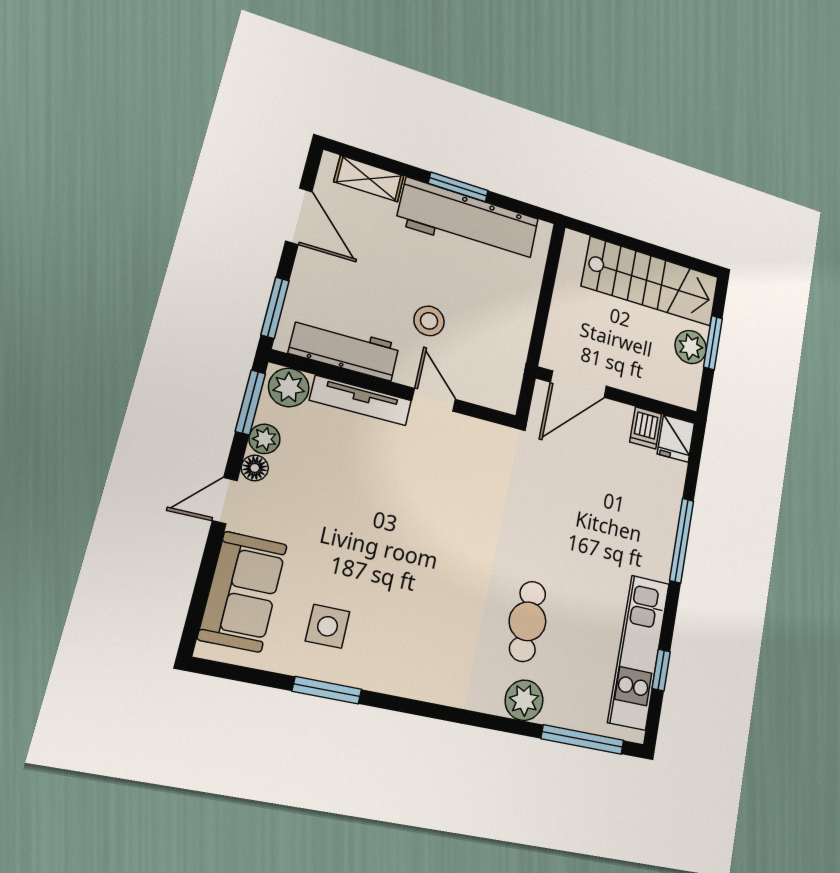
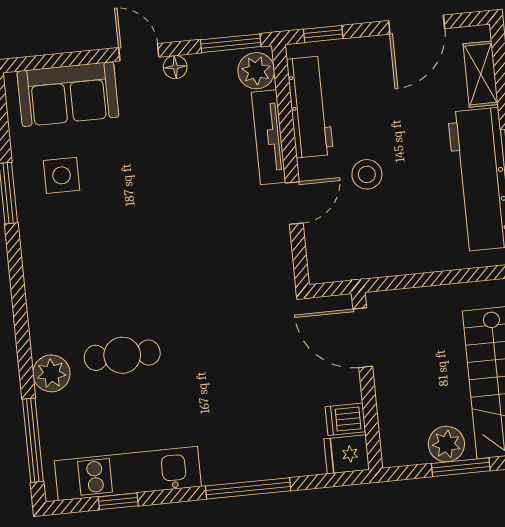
window: (275, 308) -> (323, 34), width x0.67
plant: (264, 439) -> (203, 66), removed

